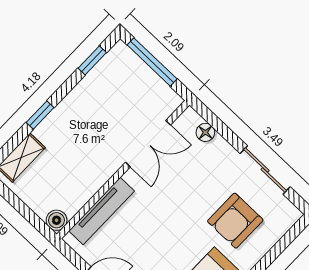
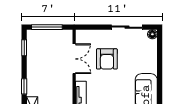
floor lamp: (205, 132) -> (152, 34), moved
armchair: (235, 221) -> (107, 59), moved

